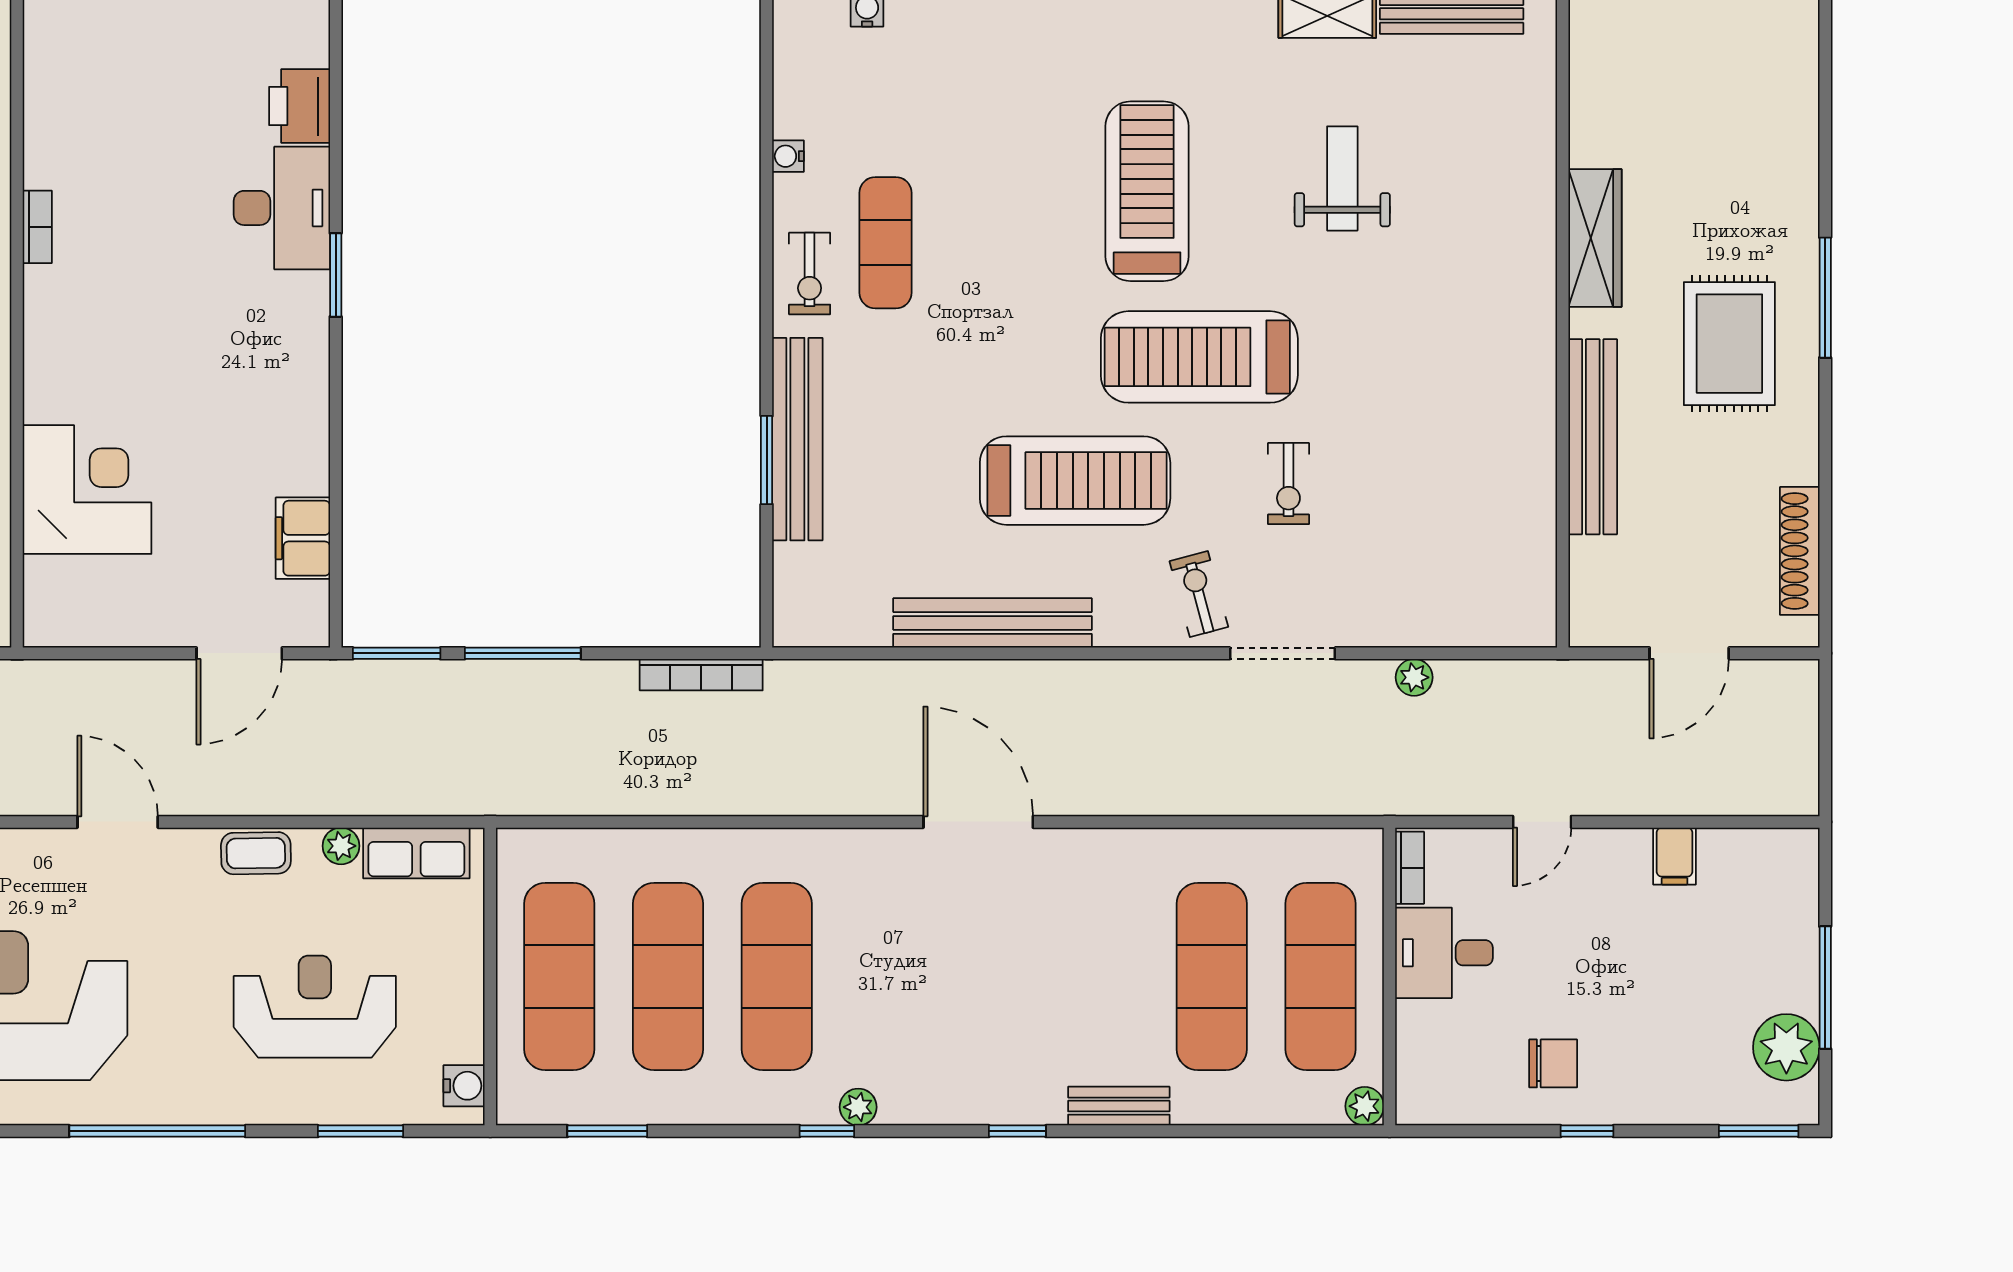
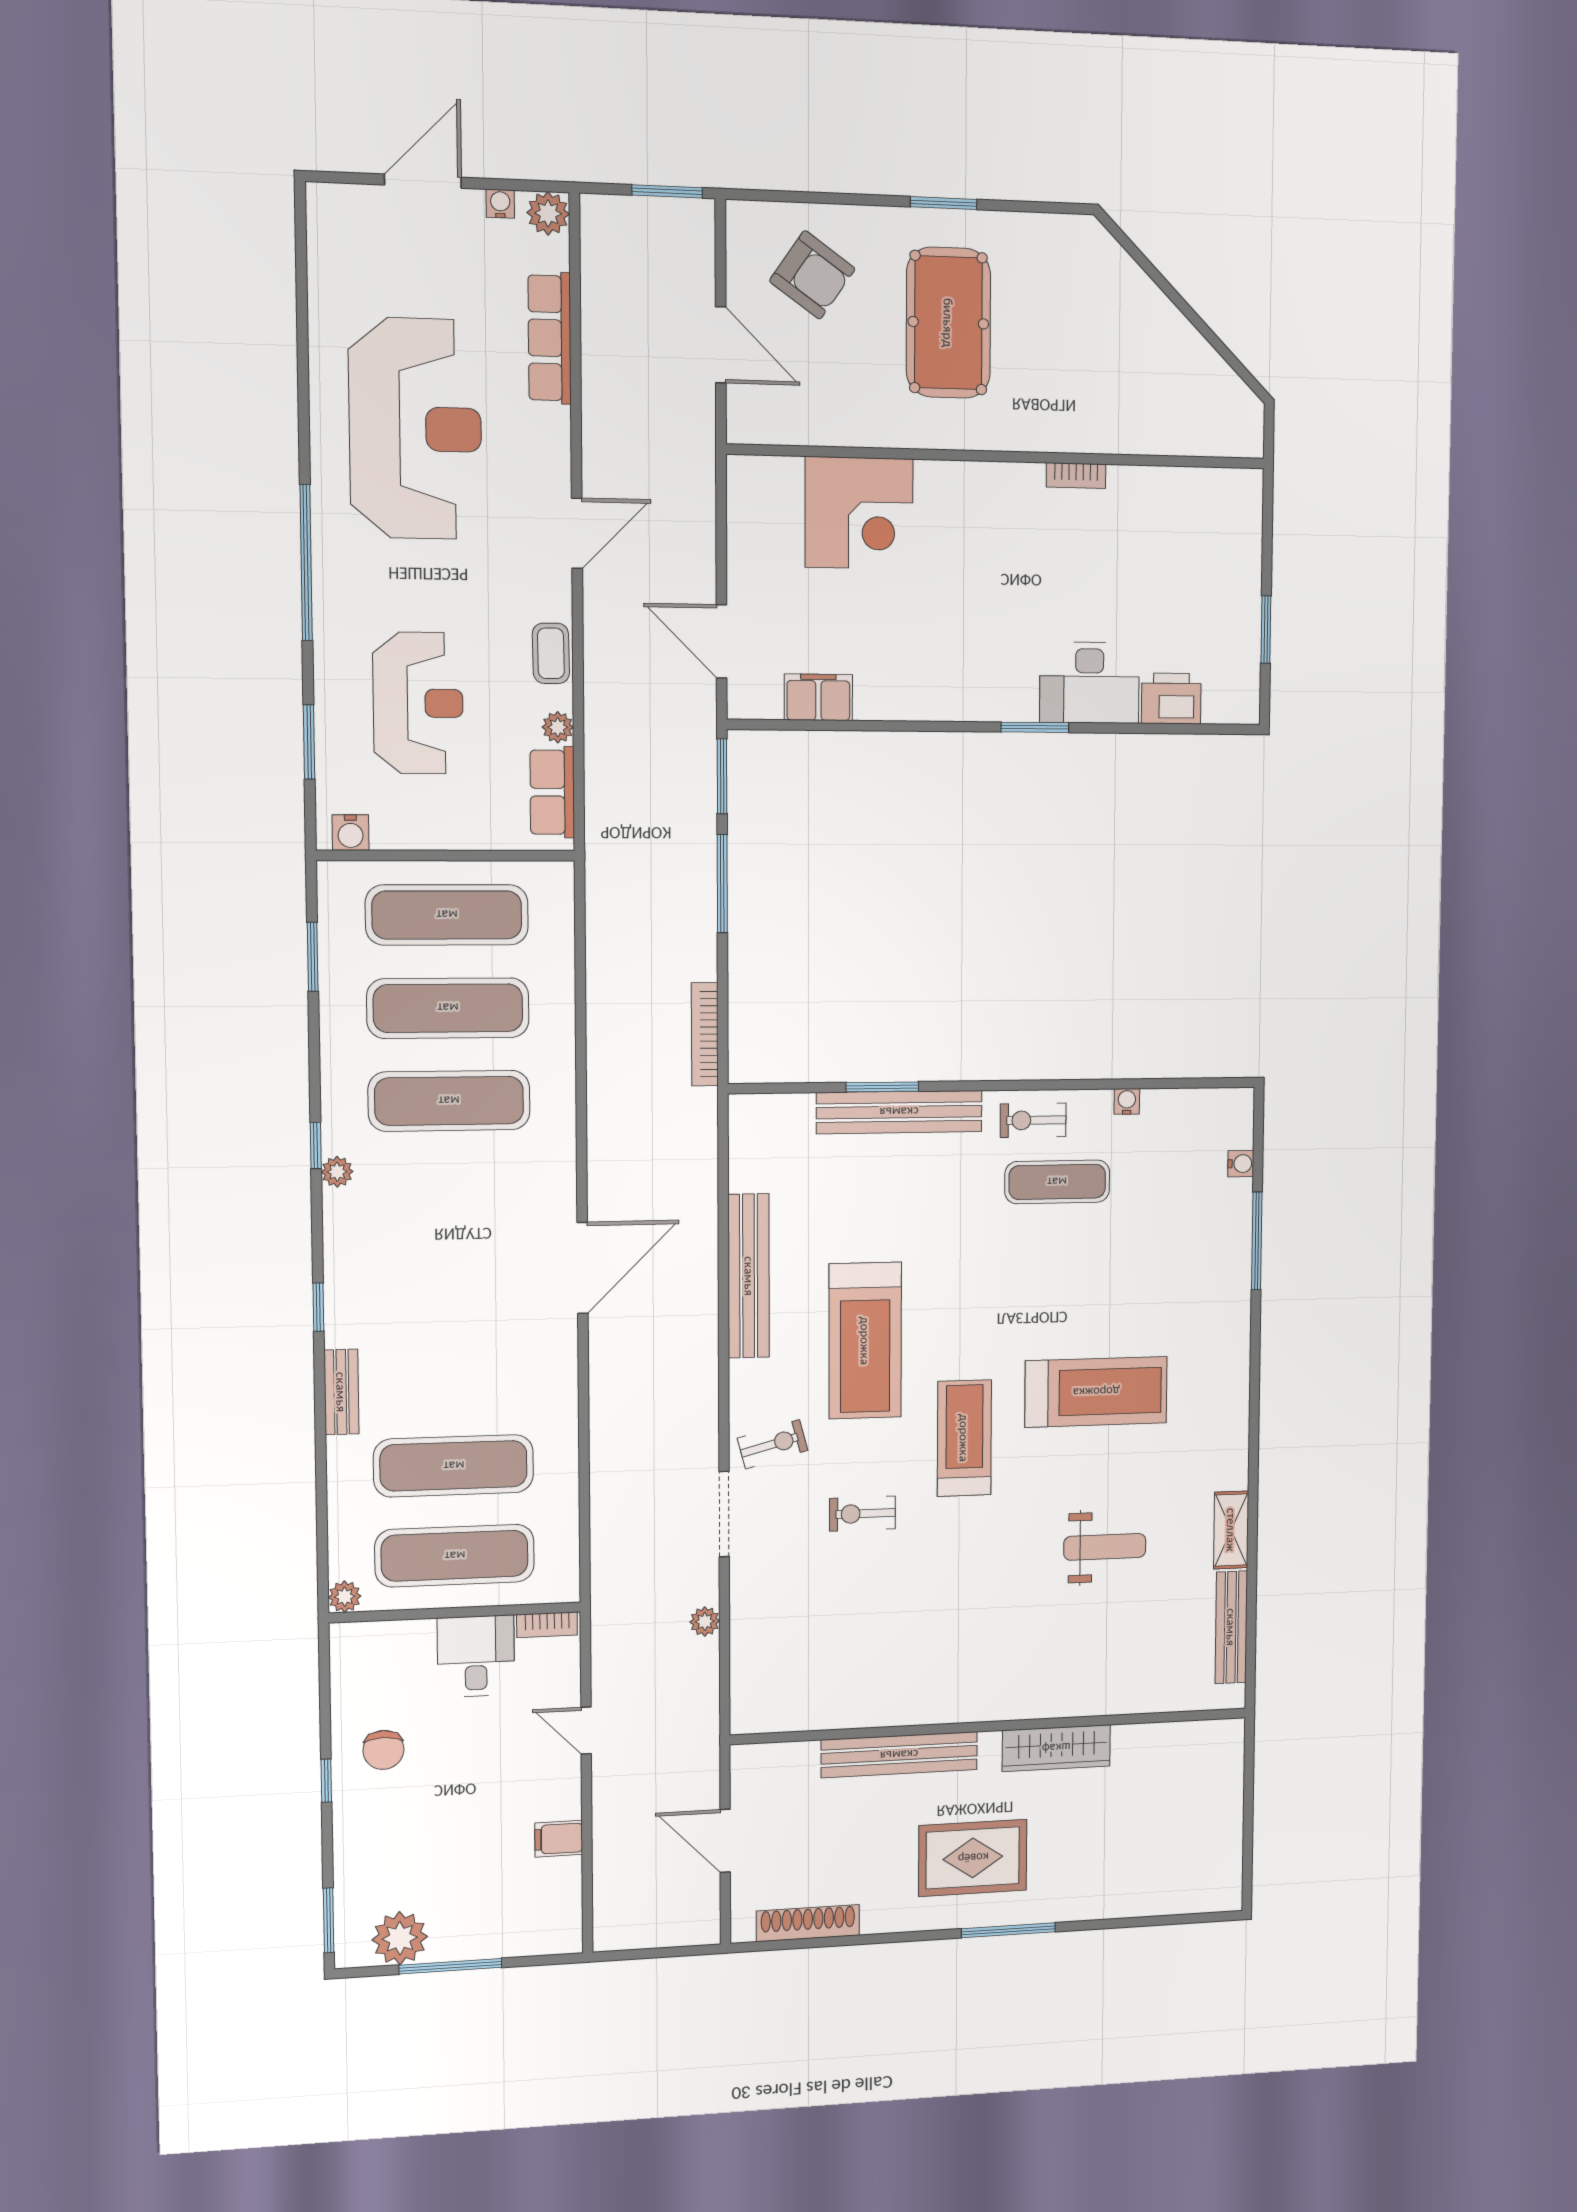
treadmill: (1199, 357) -> (964, 1438), width x0.73, depth x0.73

